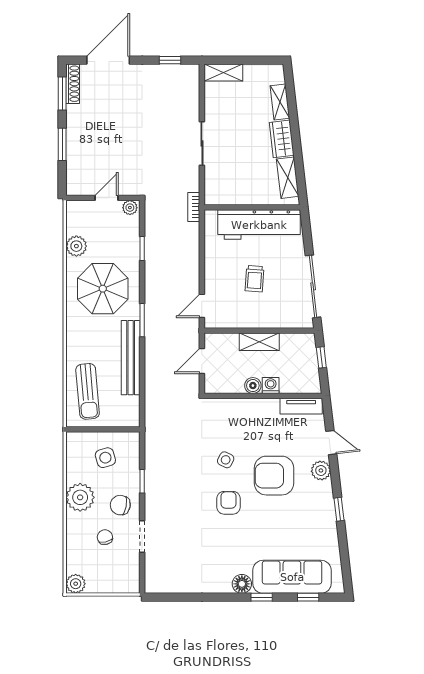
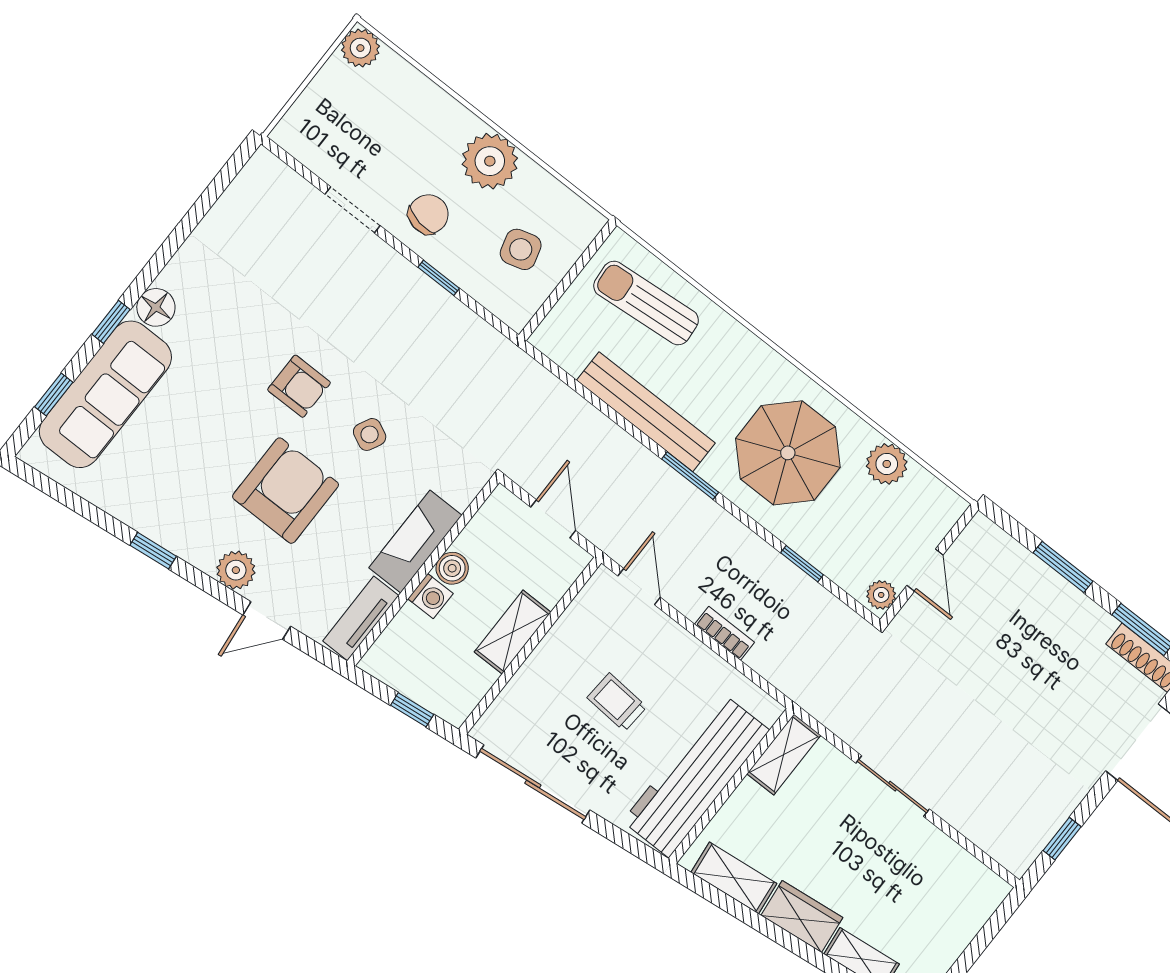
shelving: (223, 73) -> (784, 755), moved
bookcase: (194, 207) -> (725, 633), moved
fireplace: (254, 408) -> (415, 541), added
chair: (105, 537) -> (397, 151), removed

